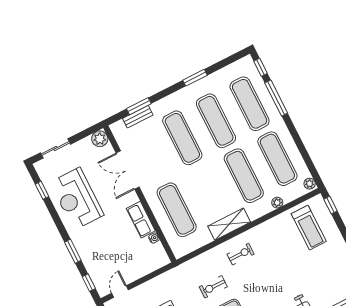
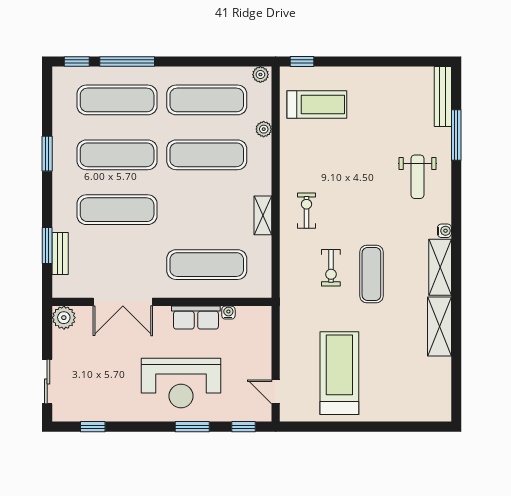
reception desk: (77, 199) -> (181, 383), moved
shelving: (229, 224) -> (263, 215), width x0.67, depth x0.75

